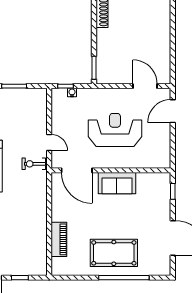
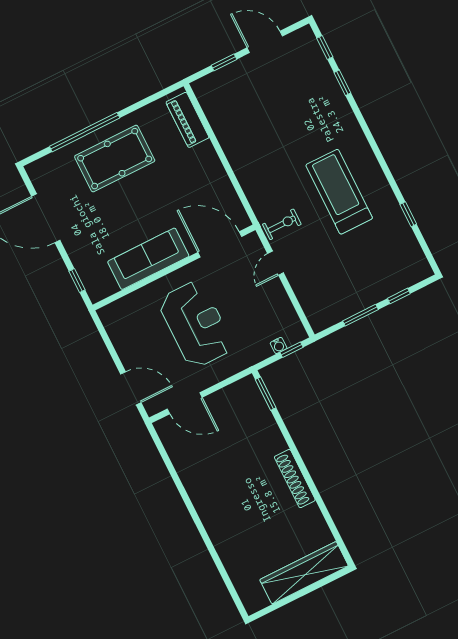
door: (173, 111) -> (131, 388), hinge flipped
reception desk: (115, 130) -> (196, 324), turned -90
door: (49, 143) -> (276, 263), hinge flipped
sofa: (117, 183) -> (148, 259), width x1.36
piano: (59, 239) -> (187, 120), moved

